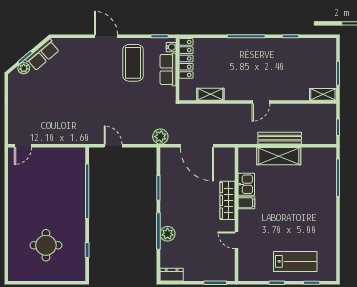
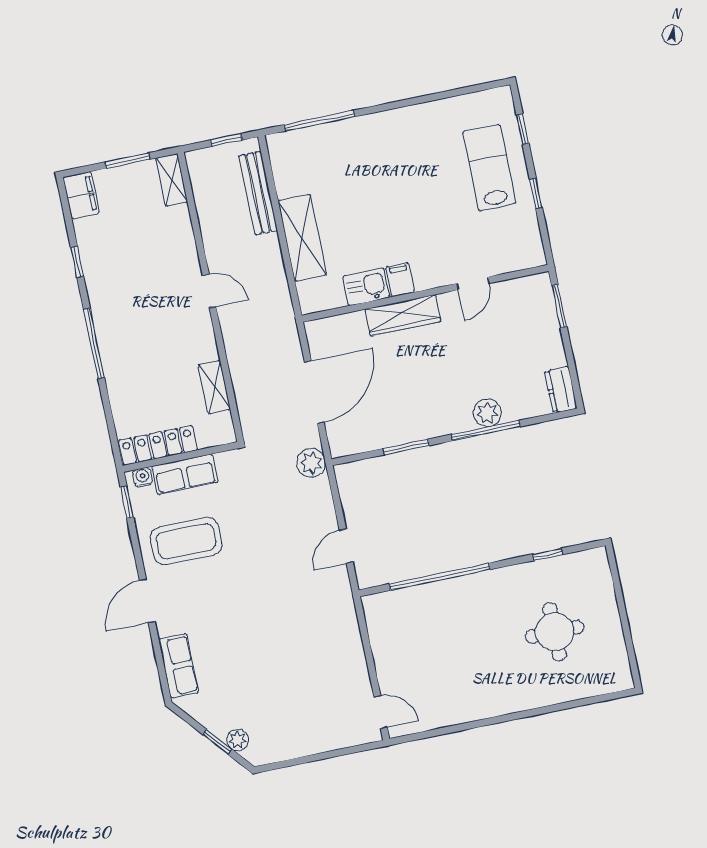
filing cabinet: (325, 45) -> (81, 195), added
row of seats: (43, 55) -> (179, 666), moved, turned 40
bench: (280, 138) -> (258, 193), moved

